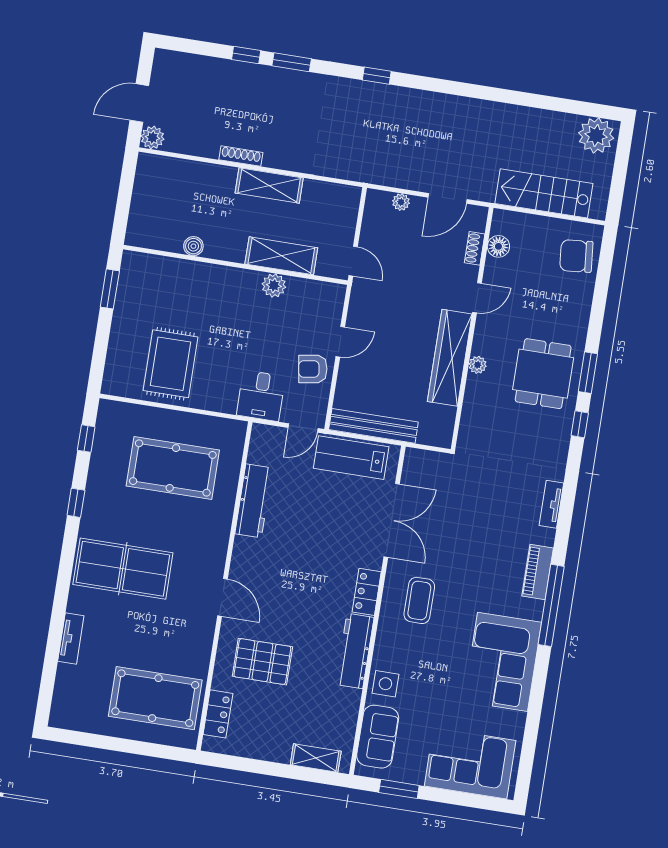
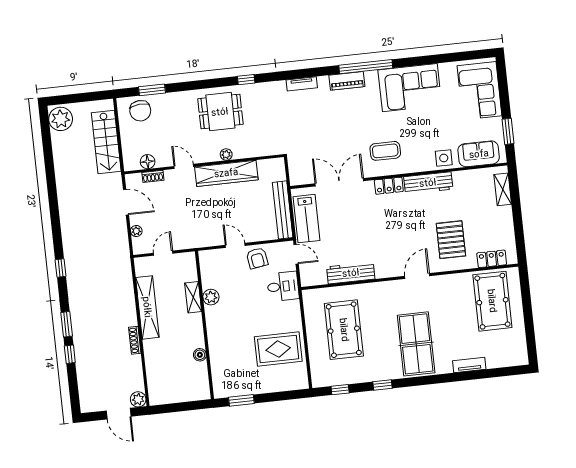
shelving: (269, 185) -> (147, 307), width x1.47
shelving: (281, 256) -> (193, 297), width x0.67, depth x0.75
door: (353, 261) -> (163, 253), moved
window: (588, 373) -> (152, 90), moved

